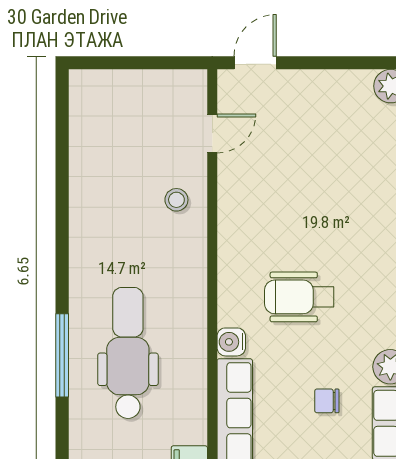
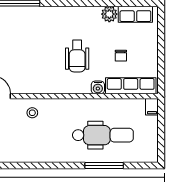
dental chair: (128, 353) -> (103, 135), turned 180
chair: (327, 401) -> (121, 56), moved

